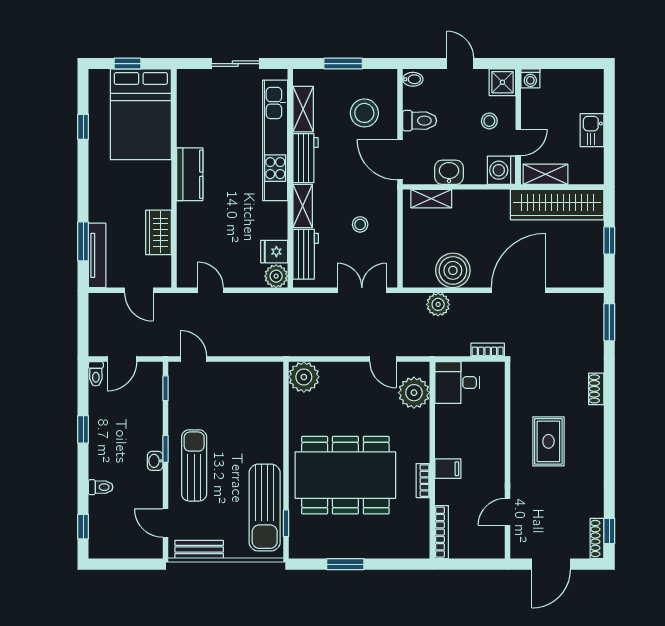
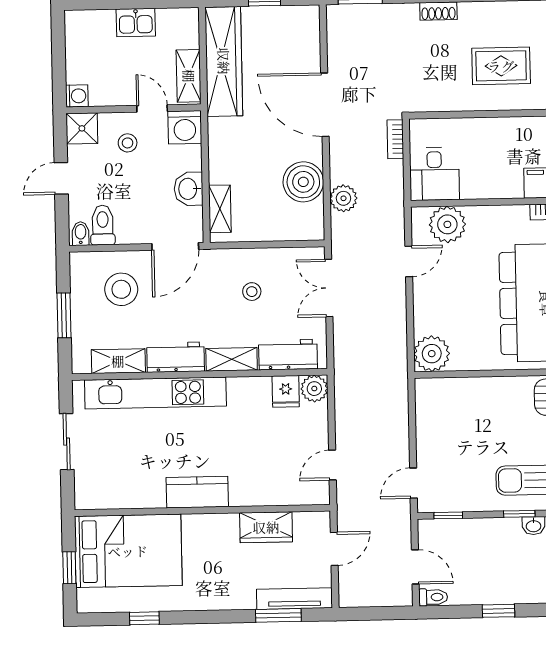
toilet: (420, 121) -> (103, 225), moved

